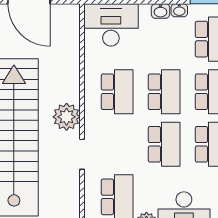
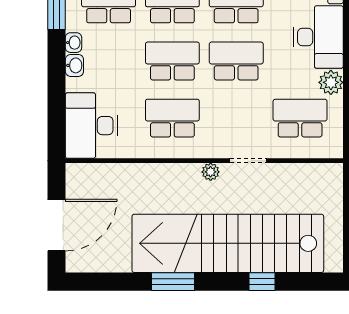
plant: (67, 117) -> (211, 172), width x0.53, depth x0.53

